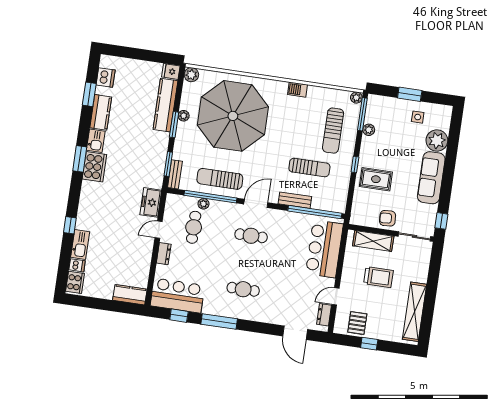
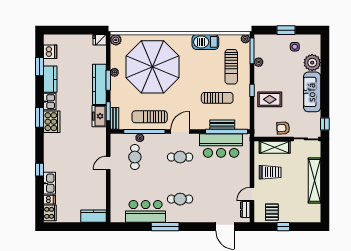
barbecue: (297, 90) -> (205, 42), width x1.88, depth x1.53
kitchen counter: (165, 105) -> (99, 84), moved
bench: (295, 200) -> (222, 125), moved
freezer: (151, 202) -> (99, 116), moved
bar counter: (324, 249) -> (221, 145), moved, turned -90
dresser: (164, 254) -> (115, 181), removed
trolley: (378, 277) -> (270, 172), moved
bar counter: (177, 296) -> (146, 211), moved
shelving: (415, 312) -> (314, 180), moved
window: (179, 316) -> (134, 227), removed

